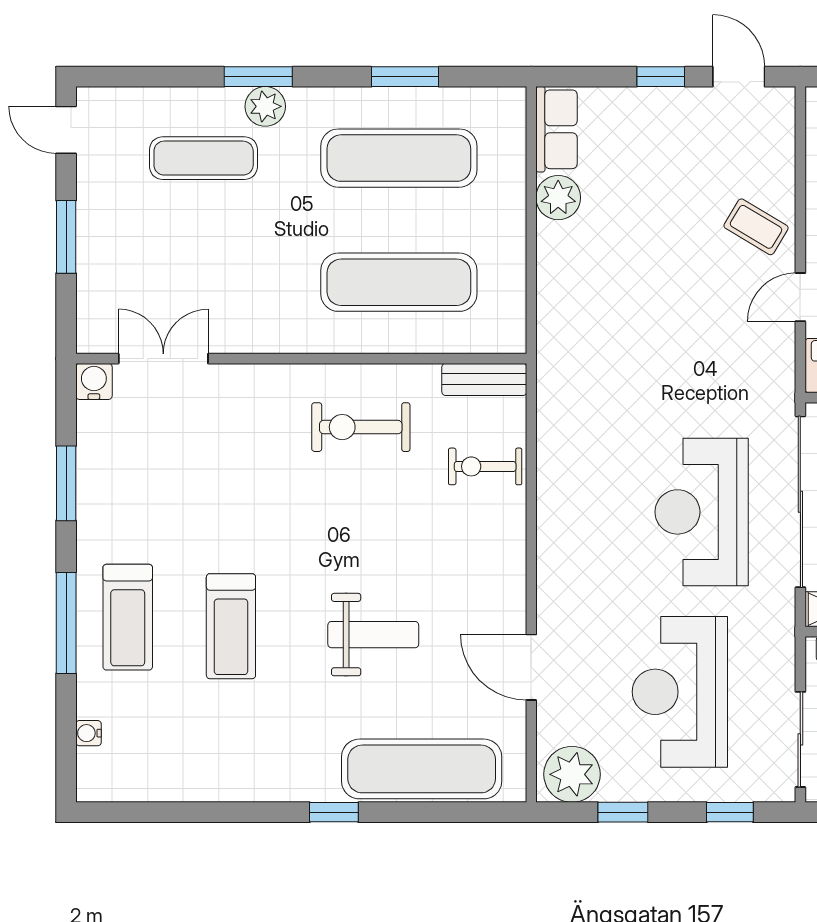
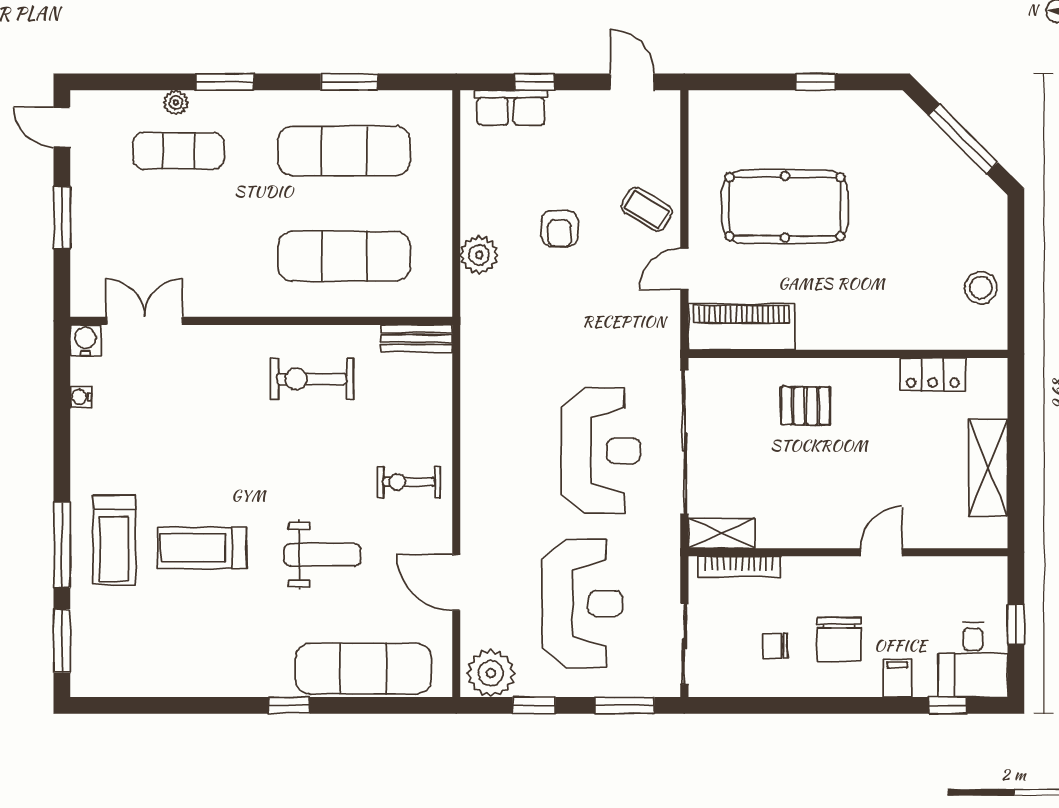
window: (661, 77) -> (535, 82), moved
plant: (265, 106) -> (176, 103), moved, width x0.73, depth x0.73
row of seats: (556, 129) -> (511, 108), moved, turned 90
plant: (558, 198) -> (479, 255), moved
armchair: (653, 250) -> (560, 229), added
exercise bike: (485, 466) -> (409, 482), moved
window: (66, 483) -> (62, 641), moved
reception desk: (702, 512) -> (601, 451), turned 180
treadmill: (231, 626) -> (202, 548), turned 90
reception desk: (680, 692) -> (582, 603), turned 180
water cooler: (88, 733) -> (81, 397), moved
window: (730, 812) -> (625, 705), width x1.50

